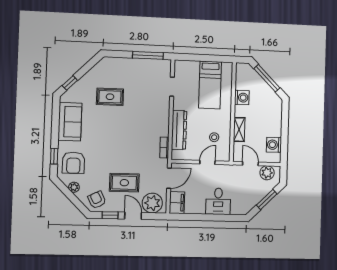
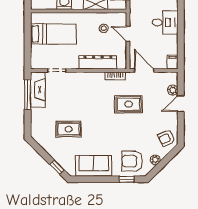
fireplace: (153, 66) -> (38, 90), added
rug: (110, 97) -> (69, 129), turned 90
armchair: (73, 163) -> (132, 161), turned 180
rug: (124, 183) -> (129, 104), moved, turned 90
plant: (152, 203) -> (173, 90), width x0.53, depth x0.53
filing cabinet: (177, 203) -> (173, 62), width x0.50
window: (110, 215) -> (181, 125), removed

